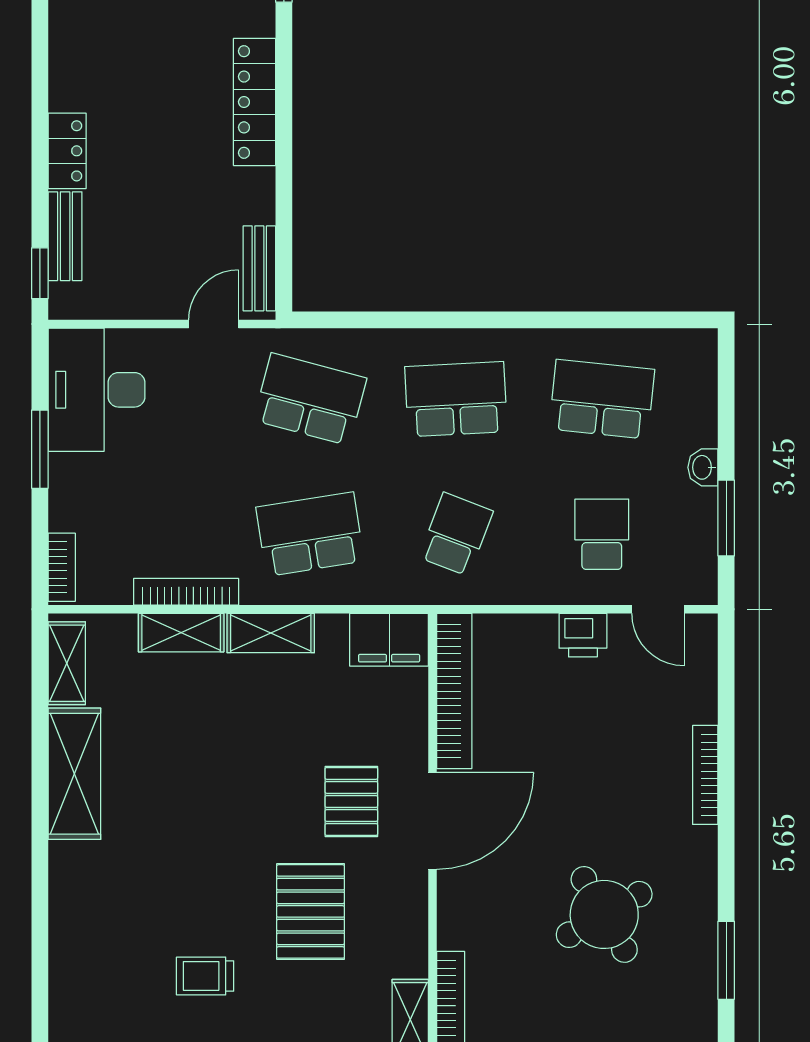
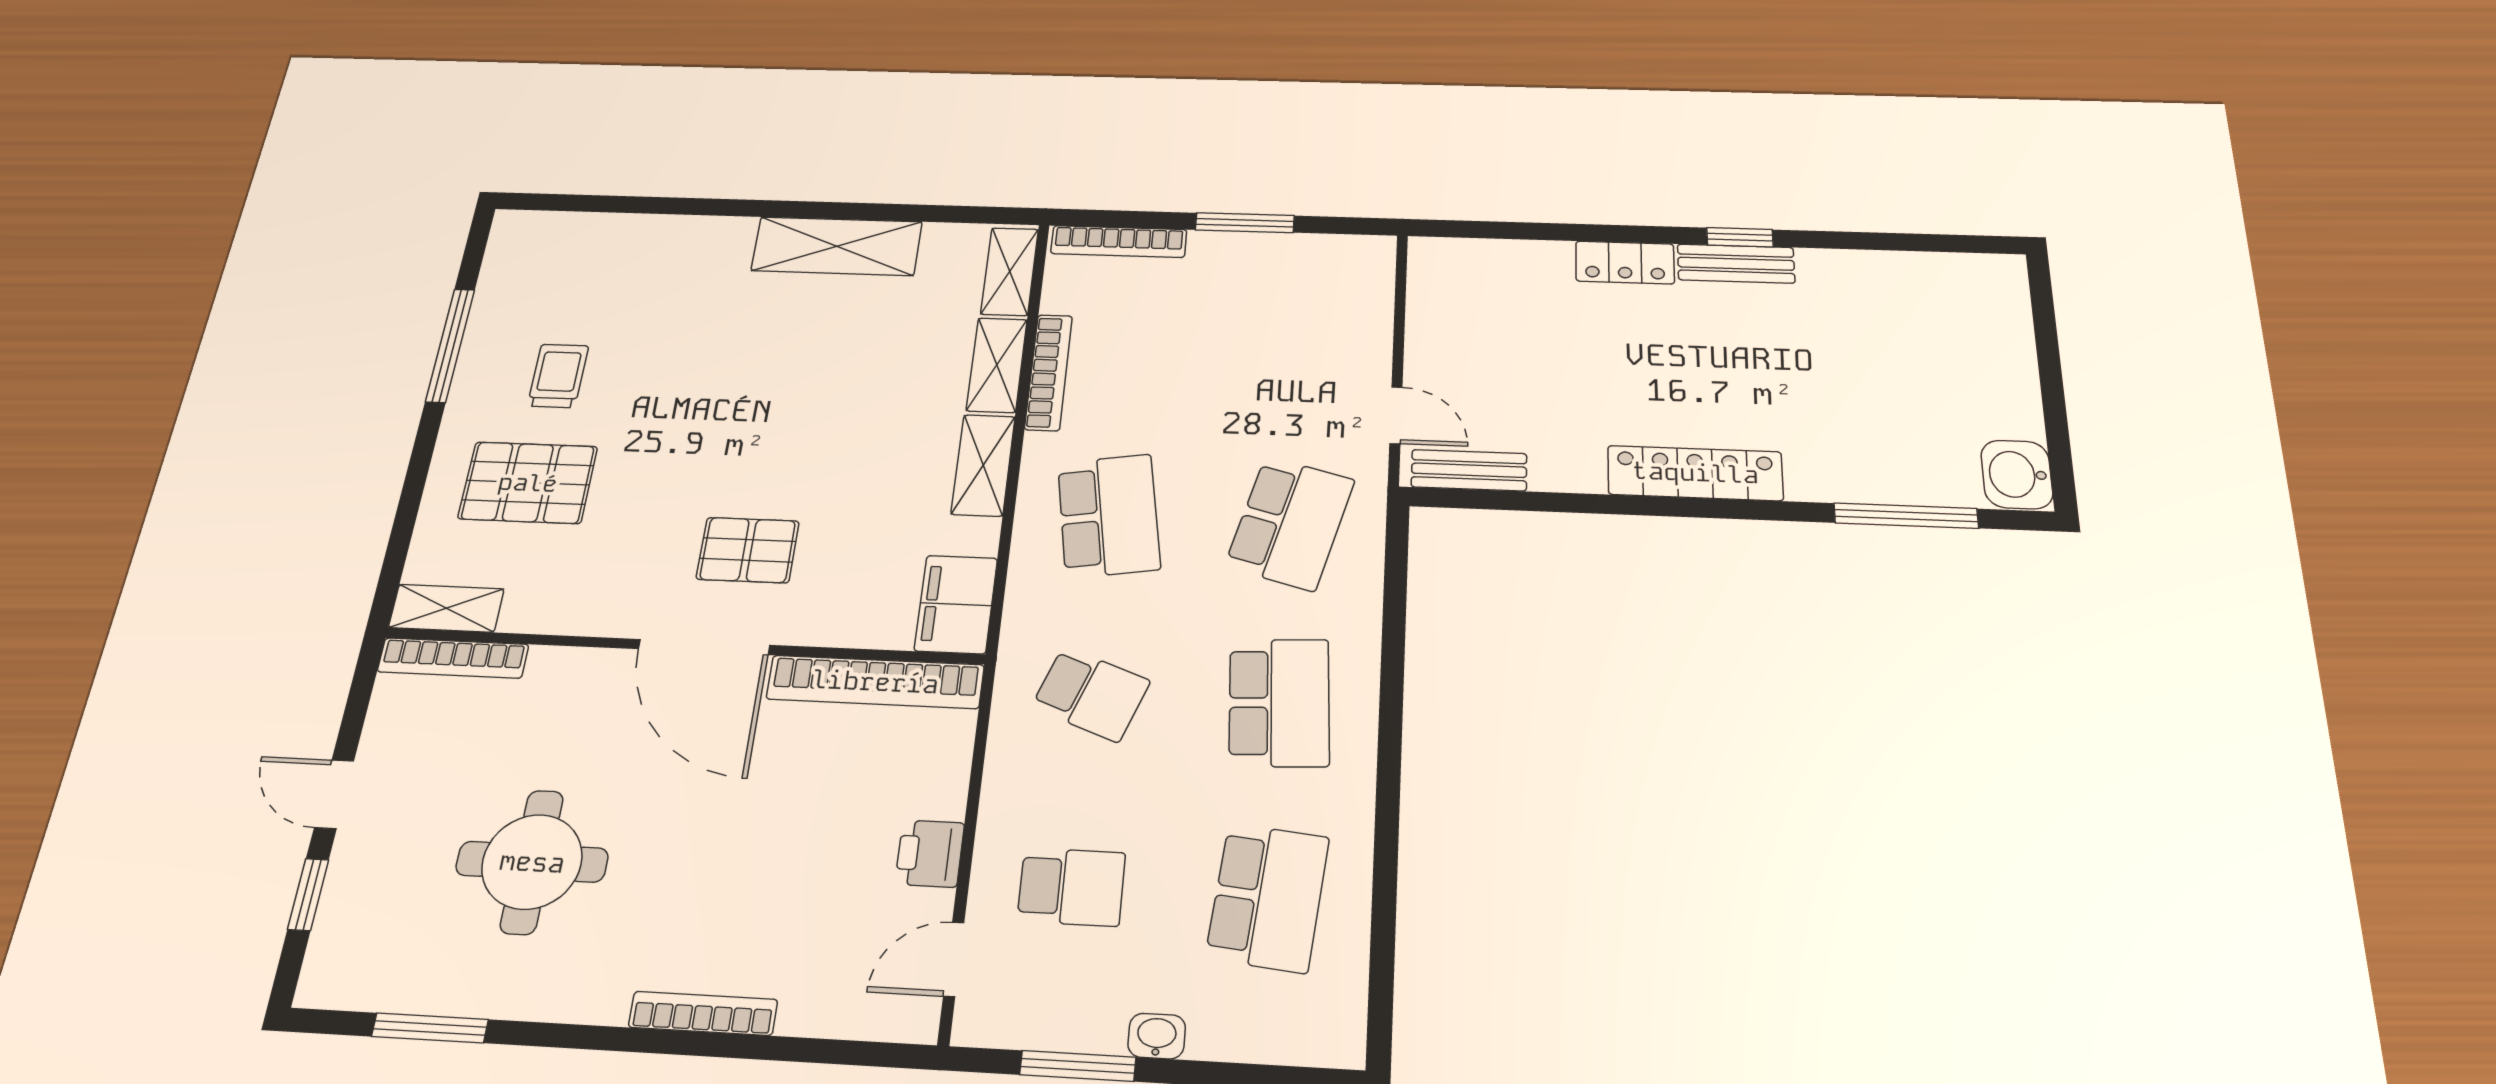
bench: (65, 236) -> (1736, 264), moved
window: (40, 273) -> (1740, 237), moved
desk: (96, 390) -> (1316, 284), removed
bookcase: (62, 567) -> (1119, 242), width x1.56
shelving: (67, 663) -> (1010, 272), moved, turned 90
pallet: (311, 911) -> (528, 483), moved
round table: (604, 914) -> (532, 862), turned 30

